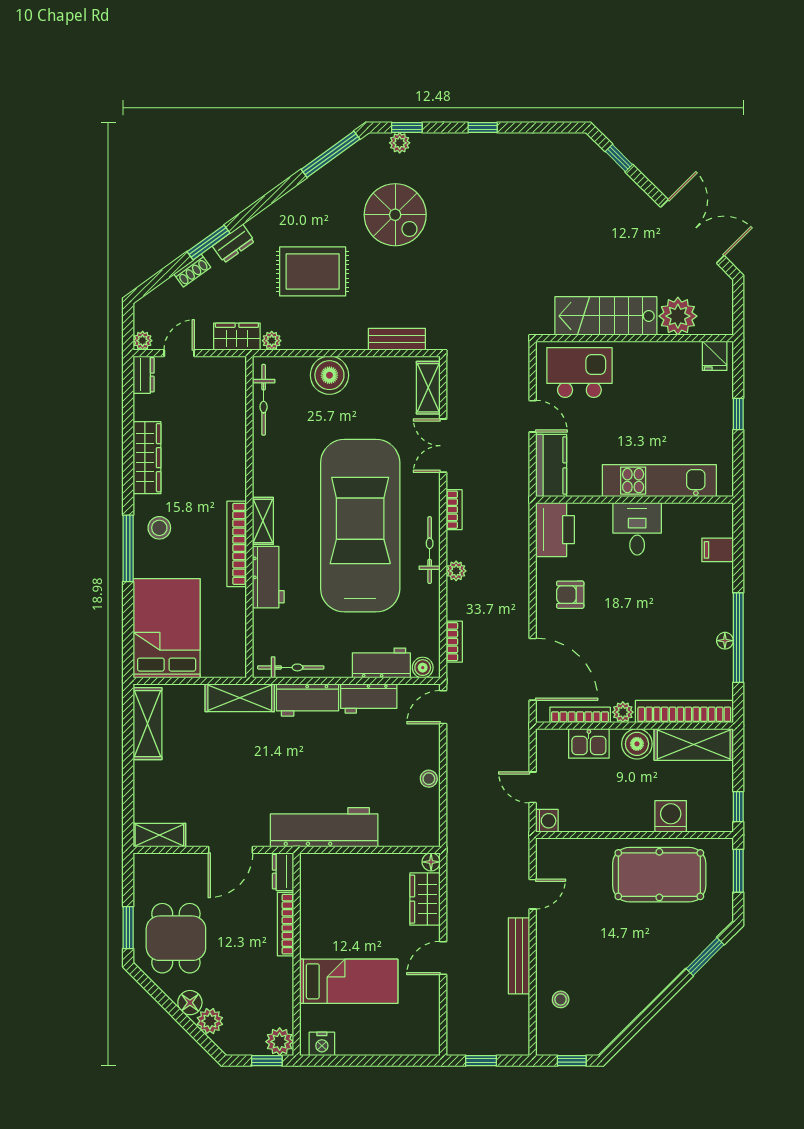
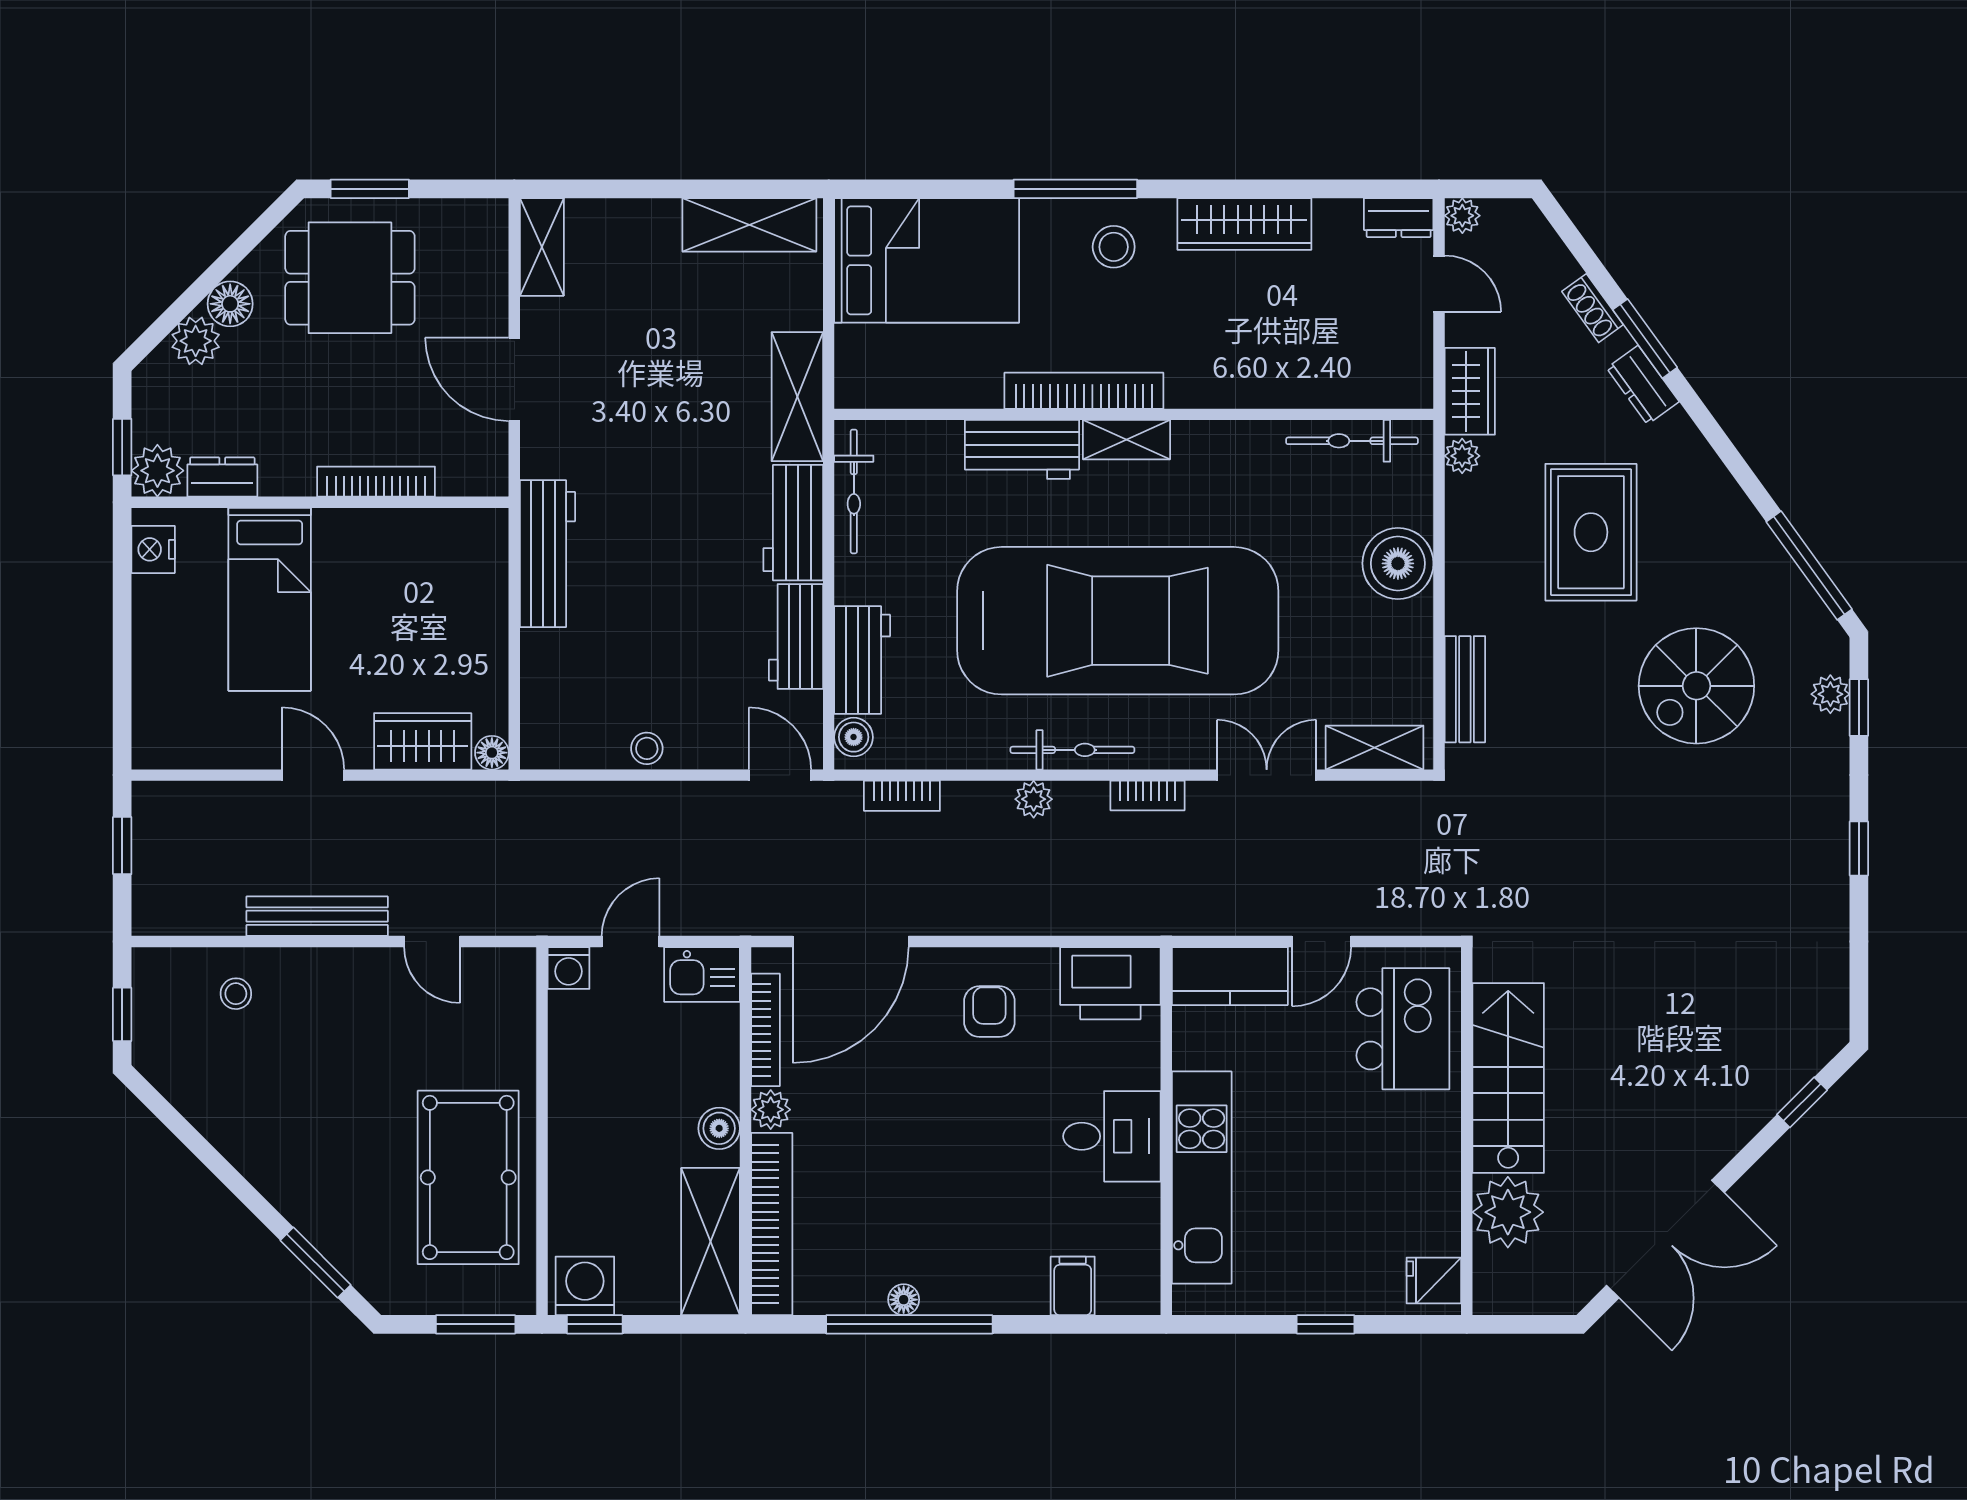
kitchen sink: (589, 743) -> (702, 975), moved, turned -90
boiler: (637, 744) -> (719, 1128), width x0.73, depth x0.73
washing machine: (671, 816) -> (585, 1286), moved, turned -90
workbench: (324, 827) -> (547, 554), width x0.73, depth x0.76
dresser: (283, 872) -> (222, 477), moved

